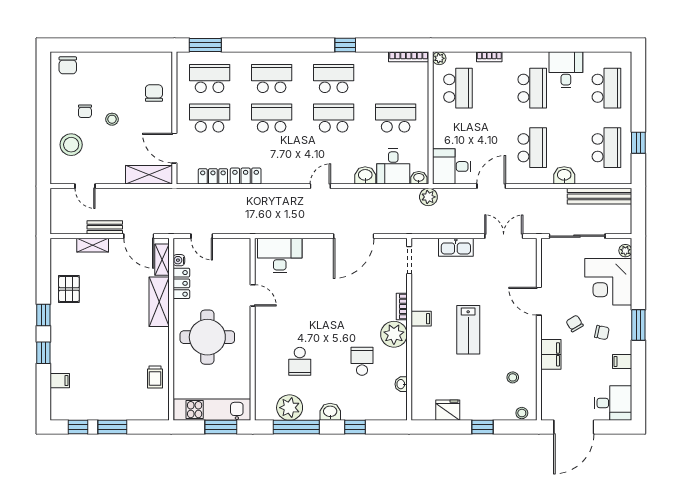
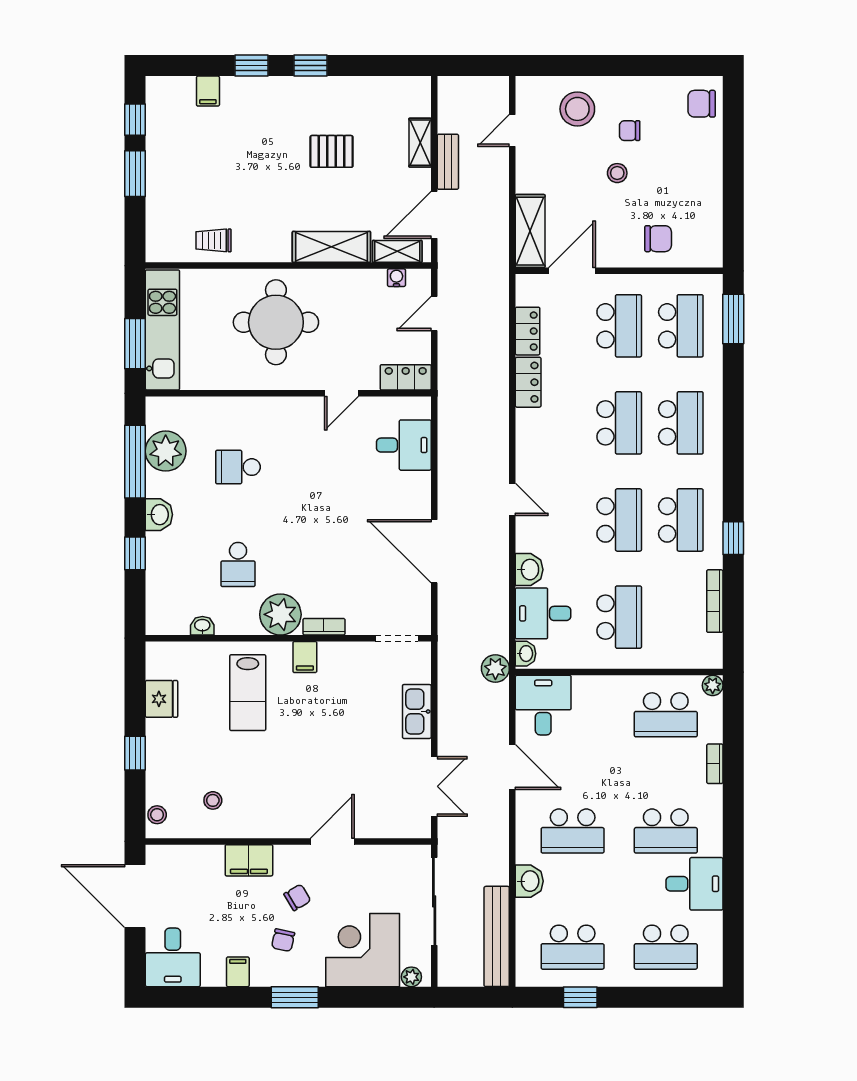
bookcase: (409, 57) -> (715, 601), moved
desk: (280, 255) -> (404, 445), width x0.73
locker: (181, 283) -> (406, 377), moved, turned 180
pallet: (69, 289) -> (332, 151), moved
lab bench: (468, 330) -> (248, 693), moved, turned -90
school desk: (362, 361) -> (238, 564), turned 90

